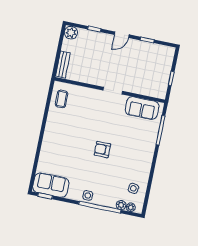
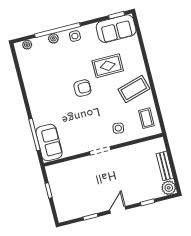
bench: (63, 64) -> (165, 166), moved
sofa: (142, 108) -> (49, 143), moved, turned 90
coffee table: (60, 128) -> (134, 89), added
rug: (73, 158) -> (108, 66), added
side table: (133, 188) -> (118, 128), moved
plant: (121, 205) -> (53, 38), moved

